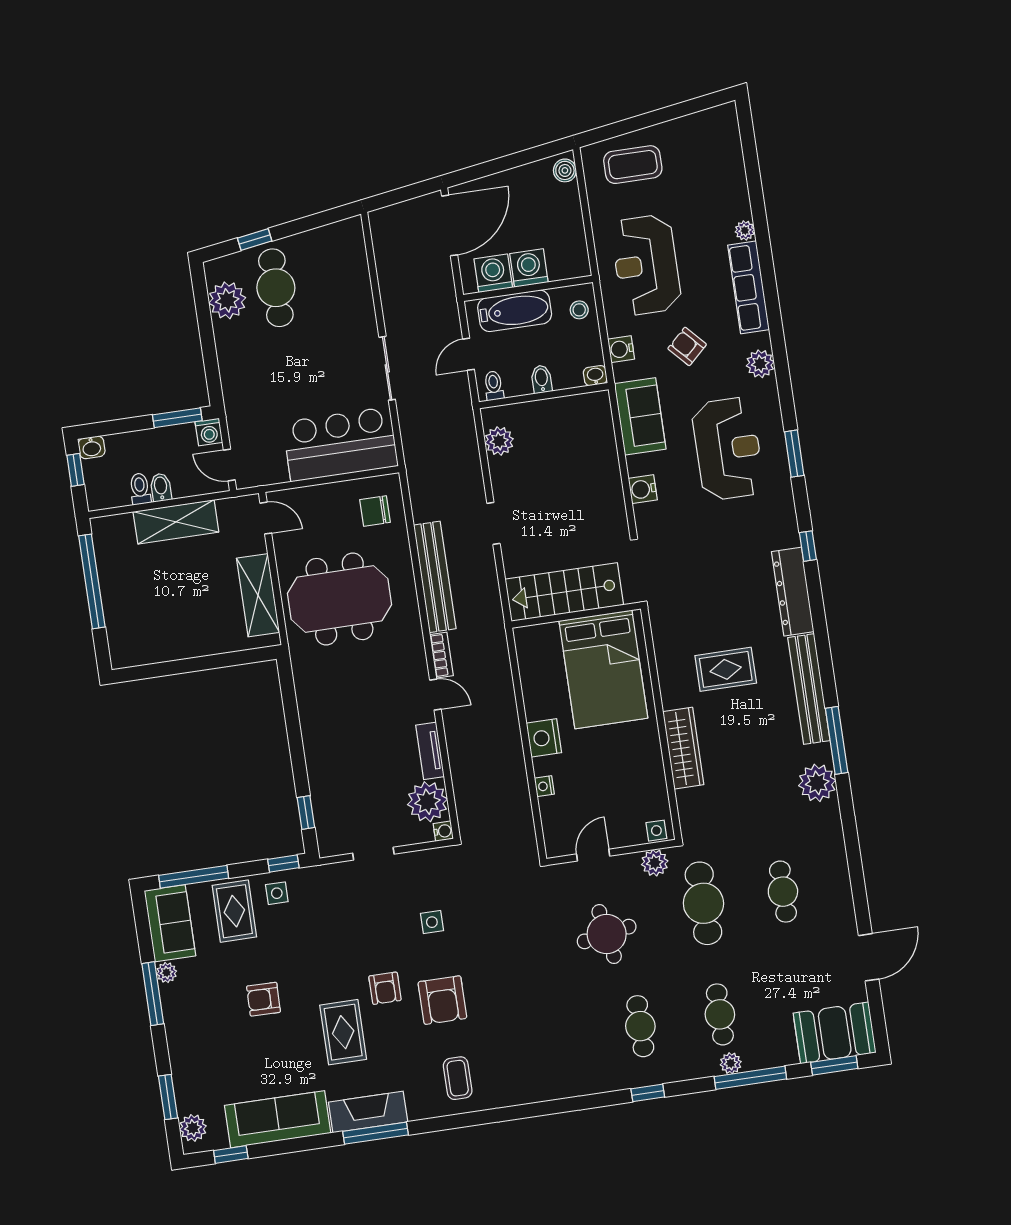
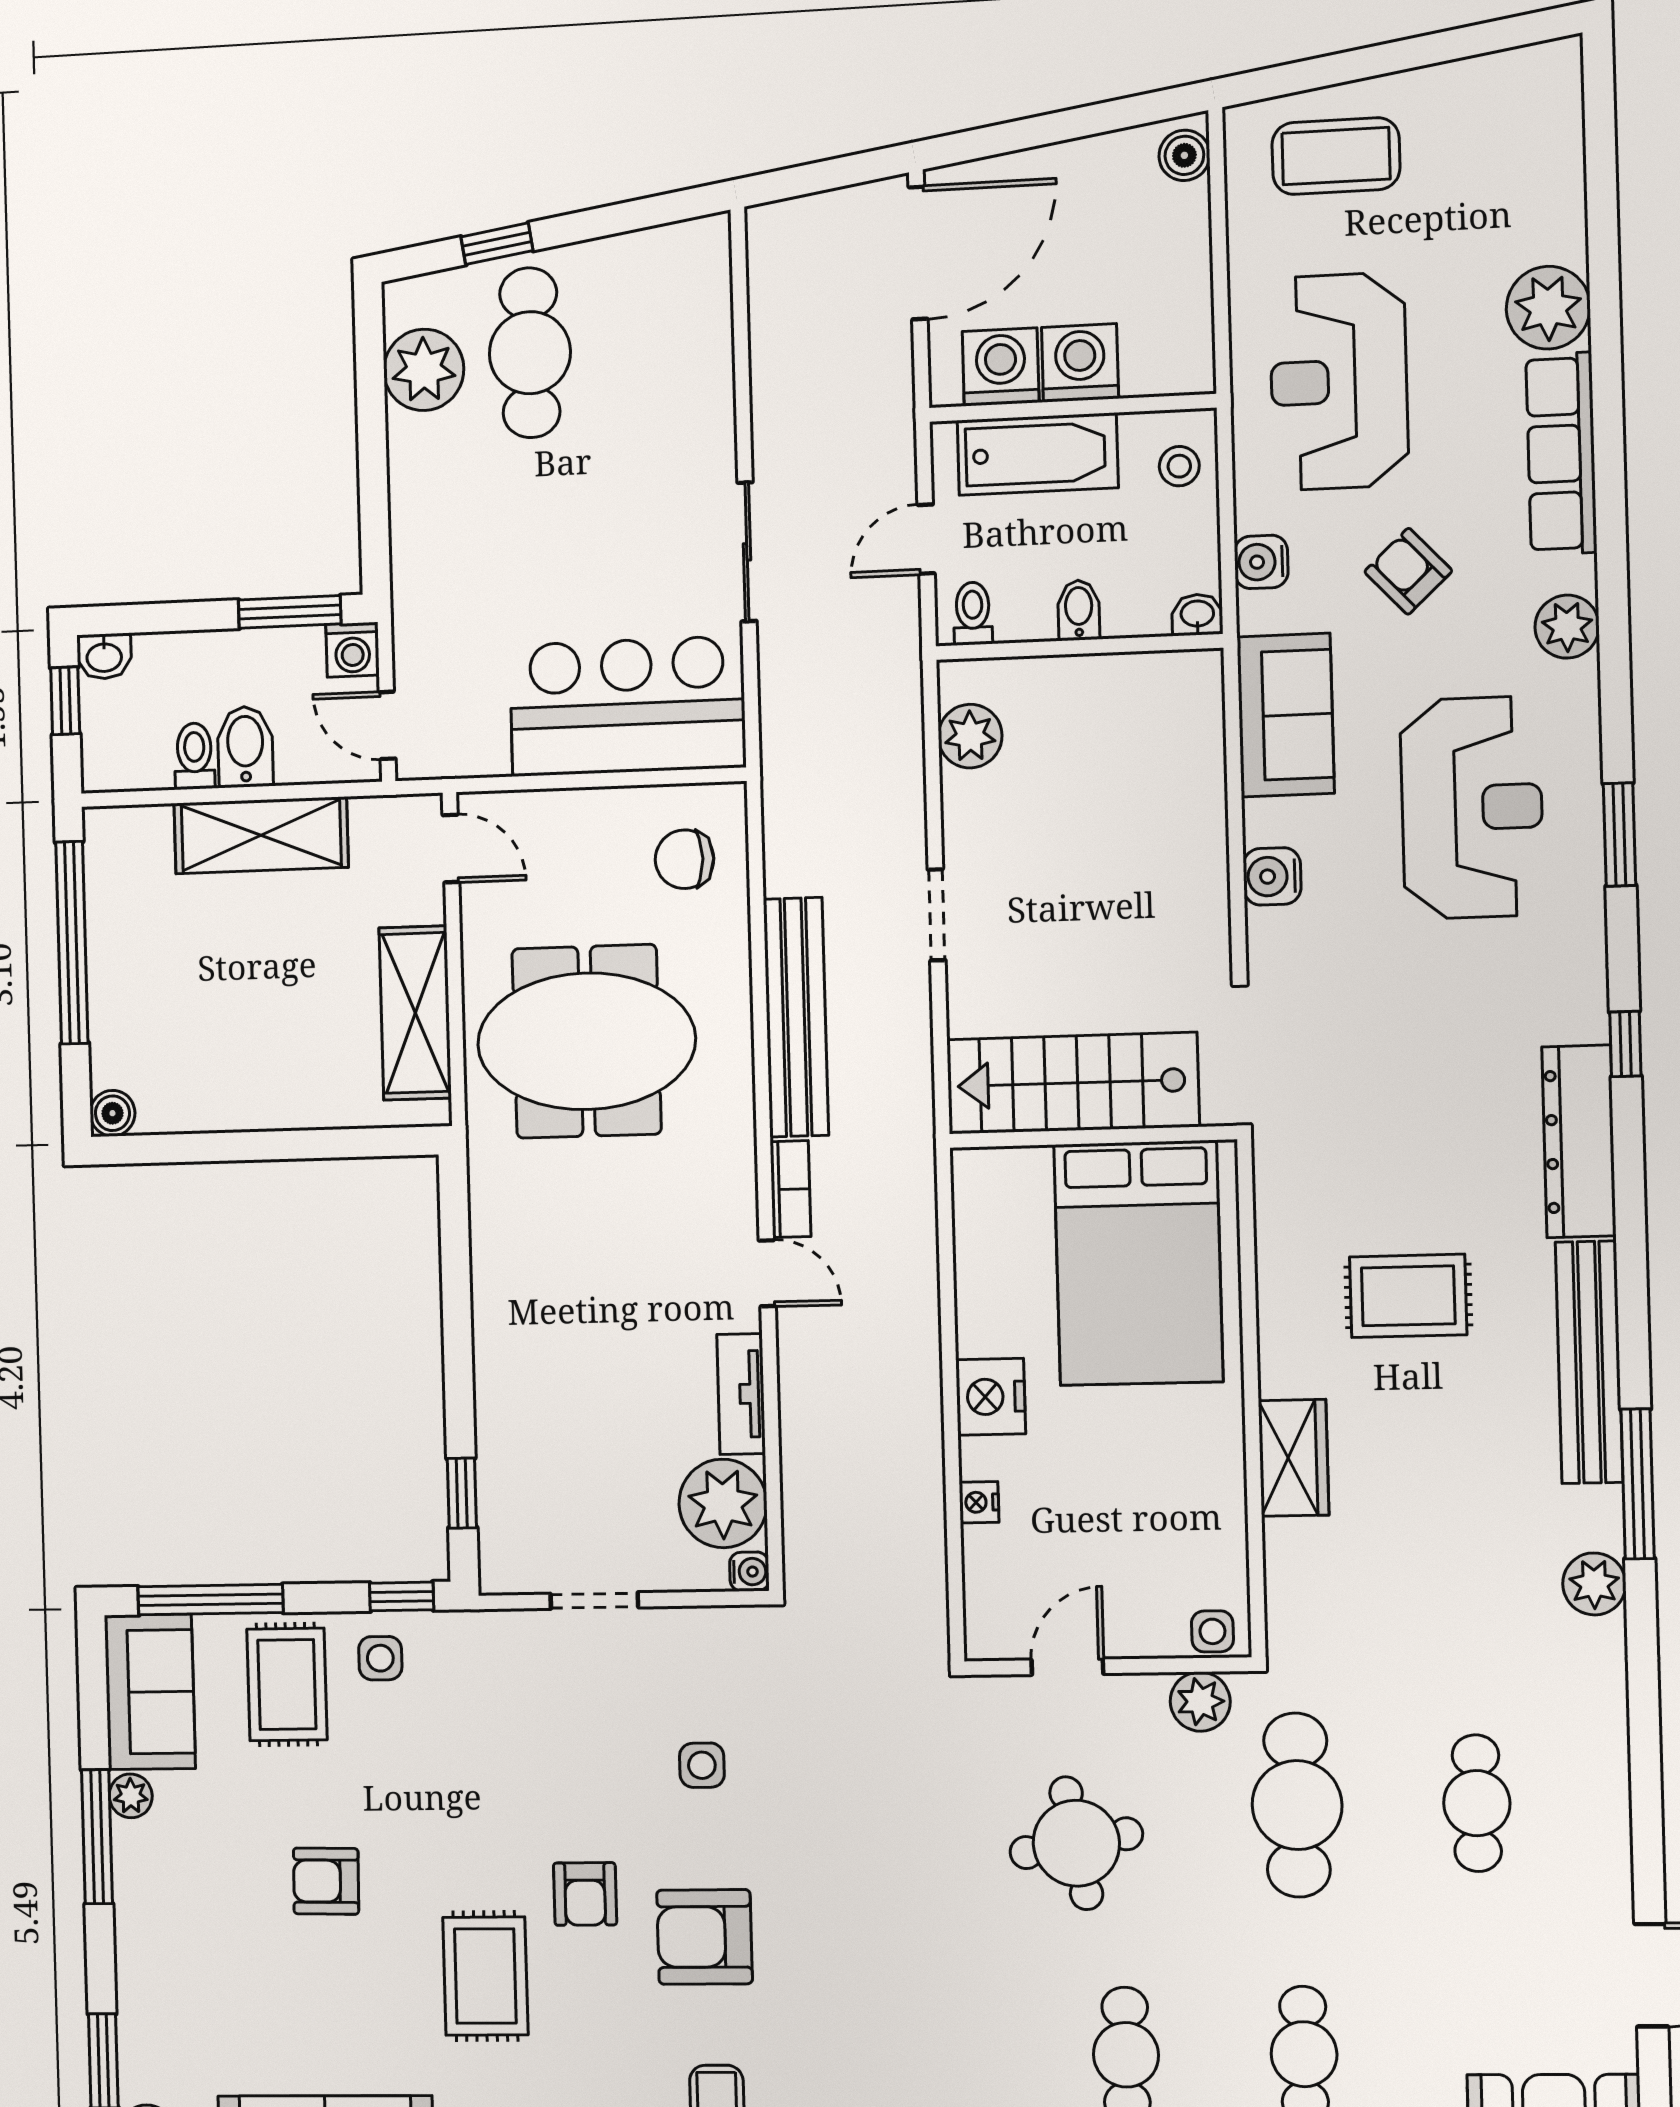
plant: (745, 231) -> (1548, 308), width x1.87, depth x1.87
bidet: (161, 487) -> (245, 747), width x1.38, depth x1.36
boiler: (121, 658) -> (112, 1113), added
wardrobe: (683, 748) -> (1294, 1458), width x0.67
plant: (817, 783) -> (1594, 1584), width x0.73, depth x0.73
armchair: (442, 1000) -> (705, 1937), turned 90

